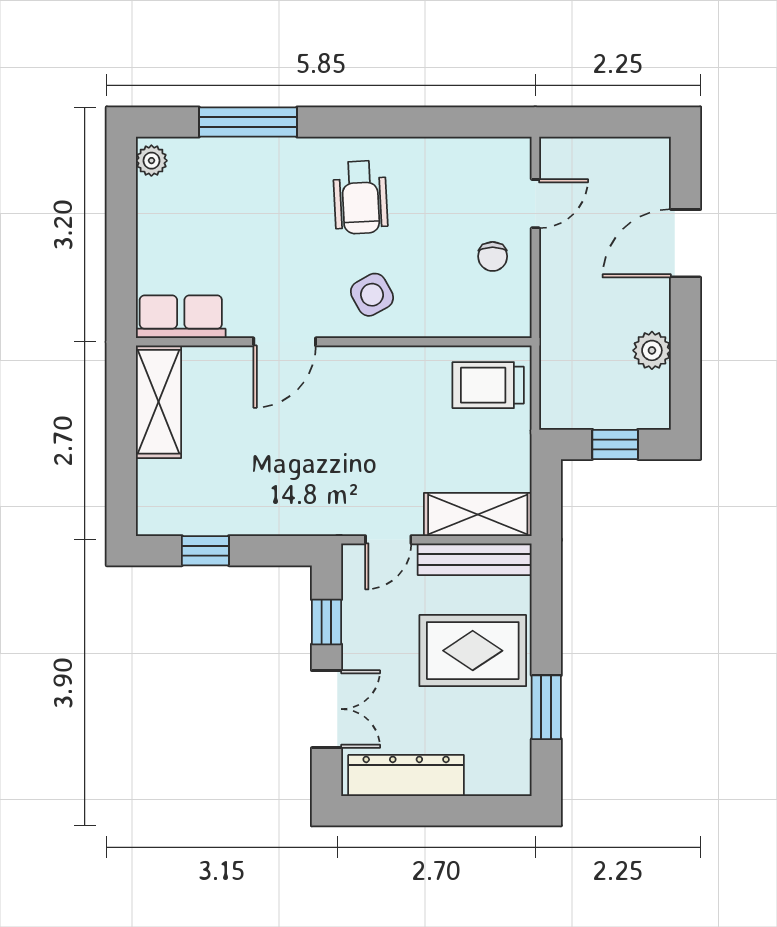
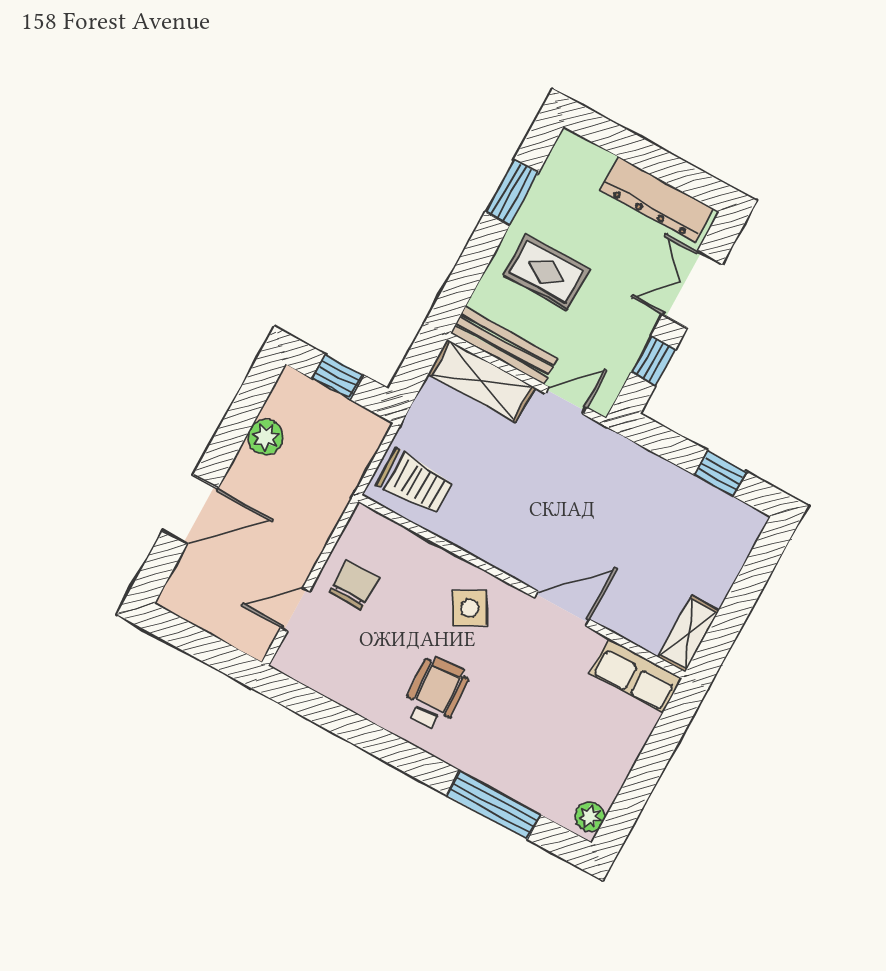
chair: (493, 256) -> (354, 585), width x1.37, depth x1.37
shelving: (159, 402) -> (688, 634), width x0.67, depth x0.75
rug: (473, 651) -> (547, 272), width x0.73, depth x0.70

